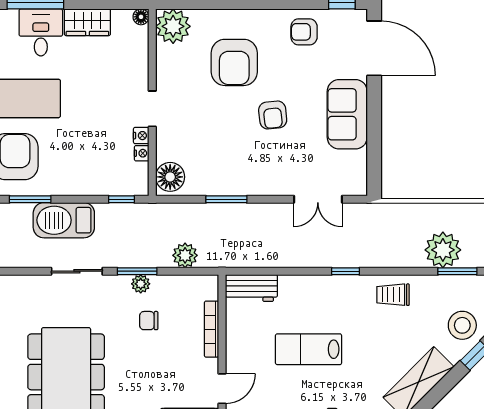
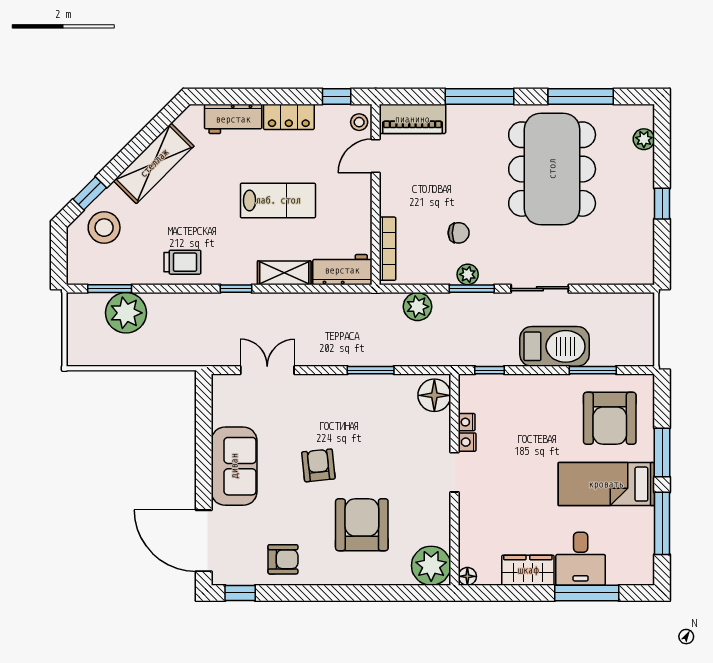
shelving: (303, 285) -> (284, 273), added
bookcase: (212, 329) -> (388, 249), moved

